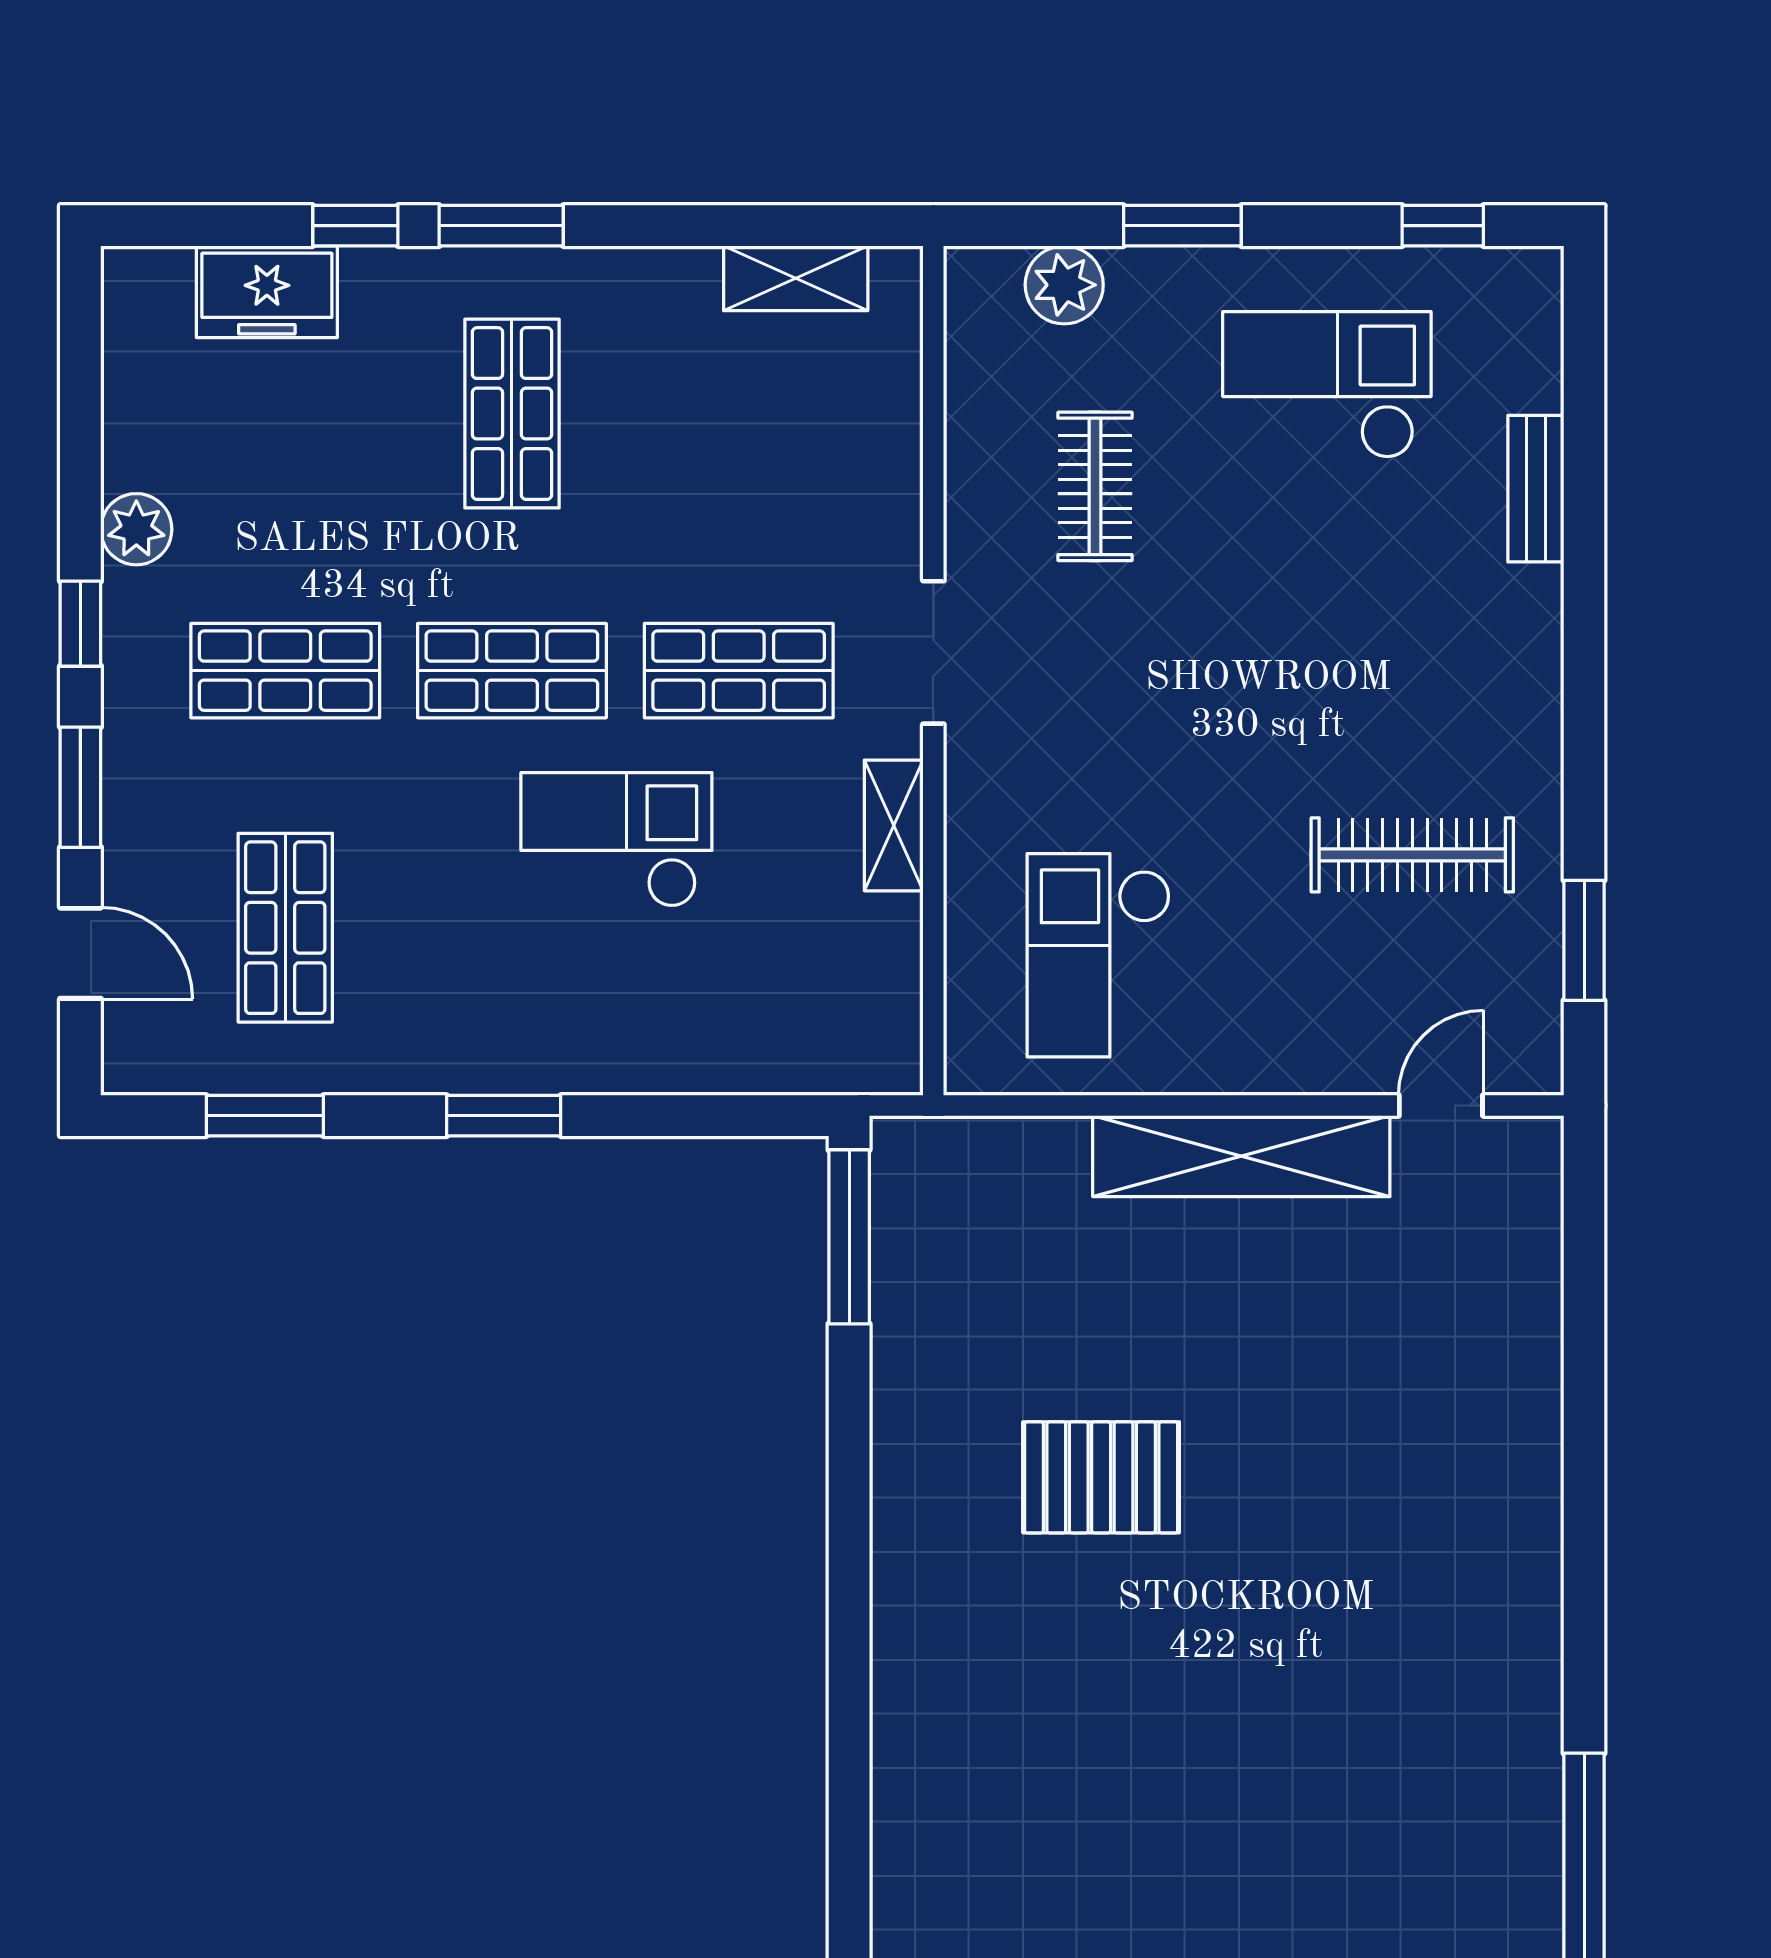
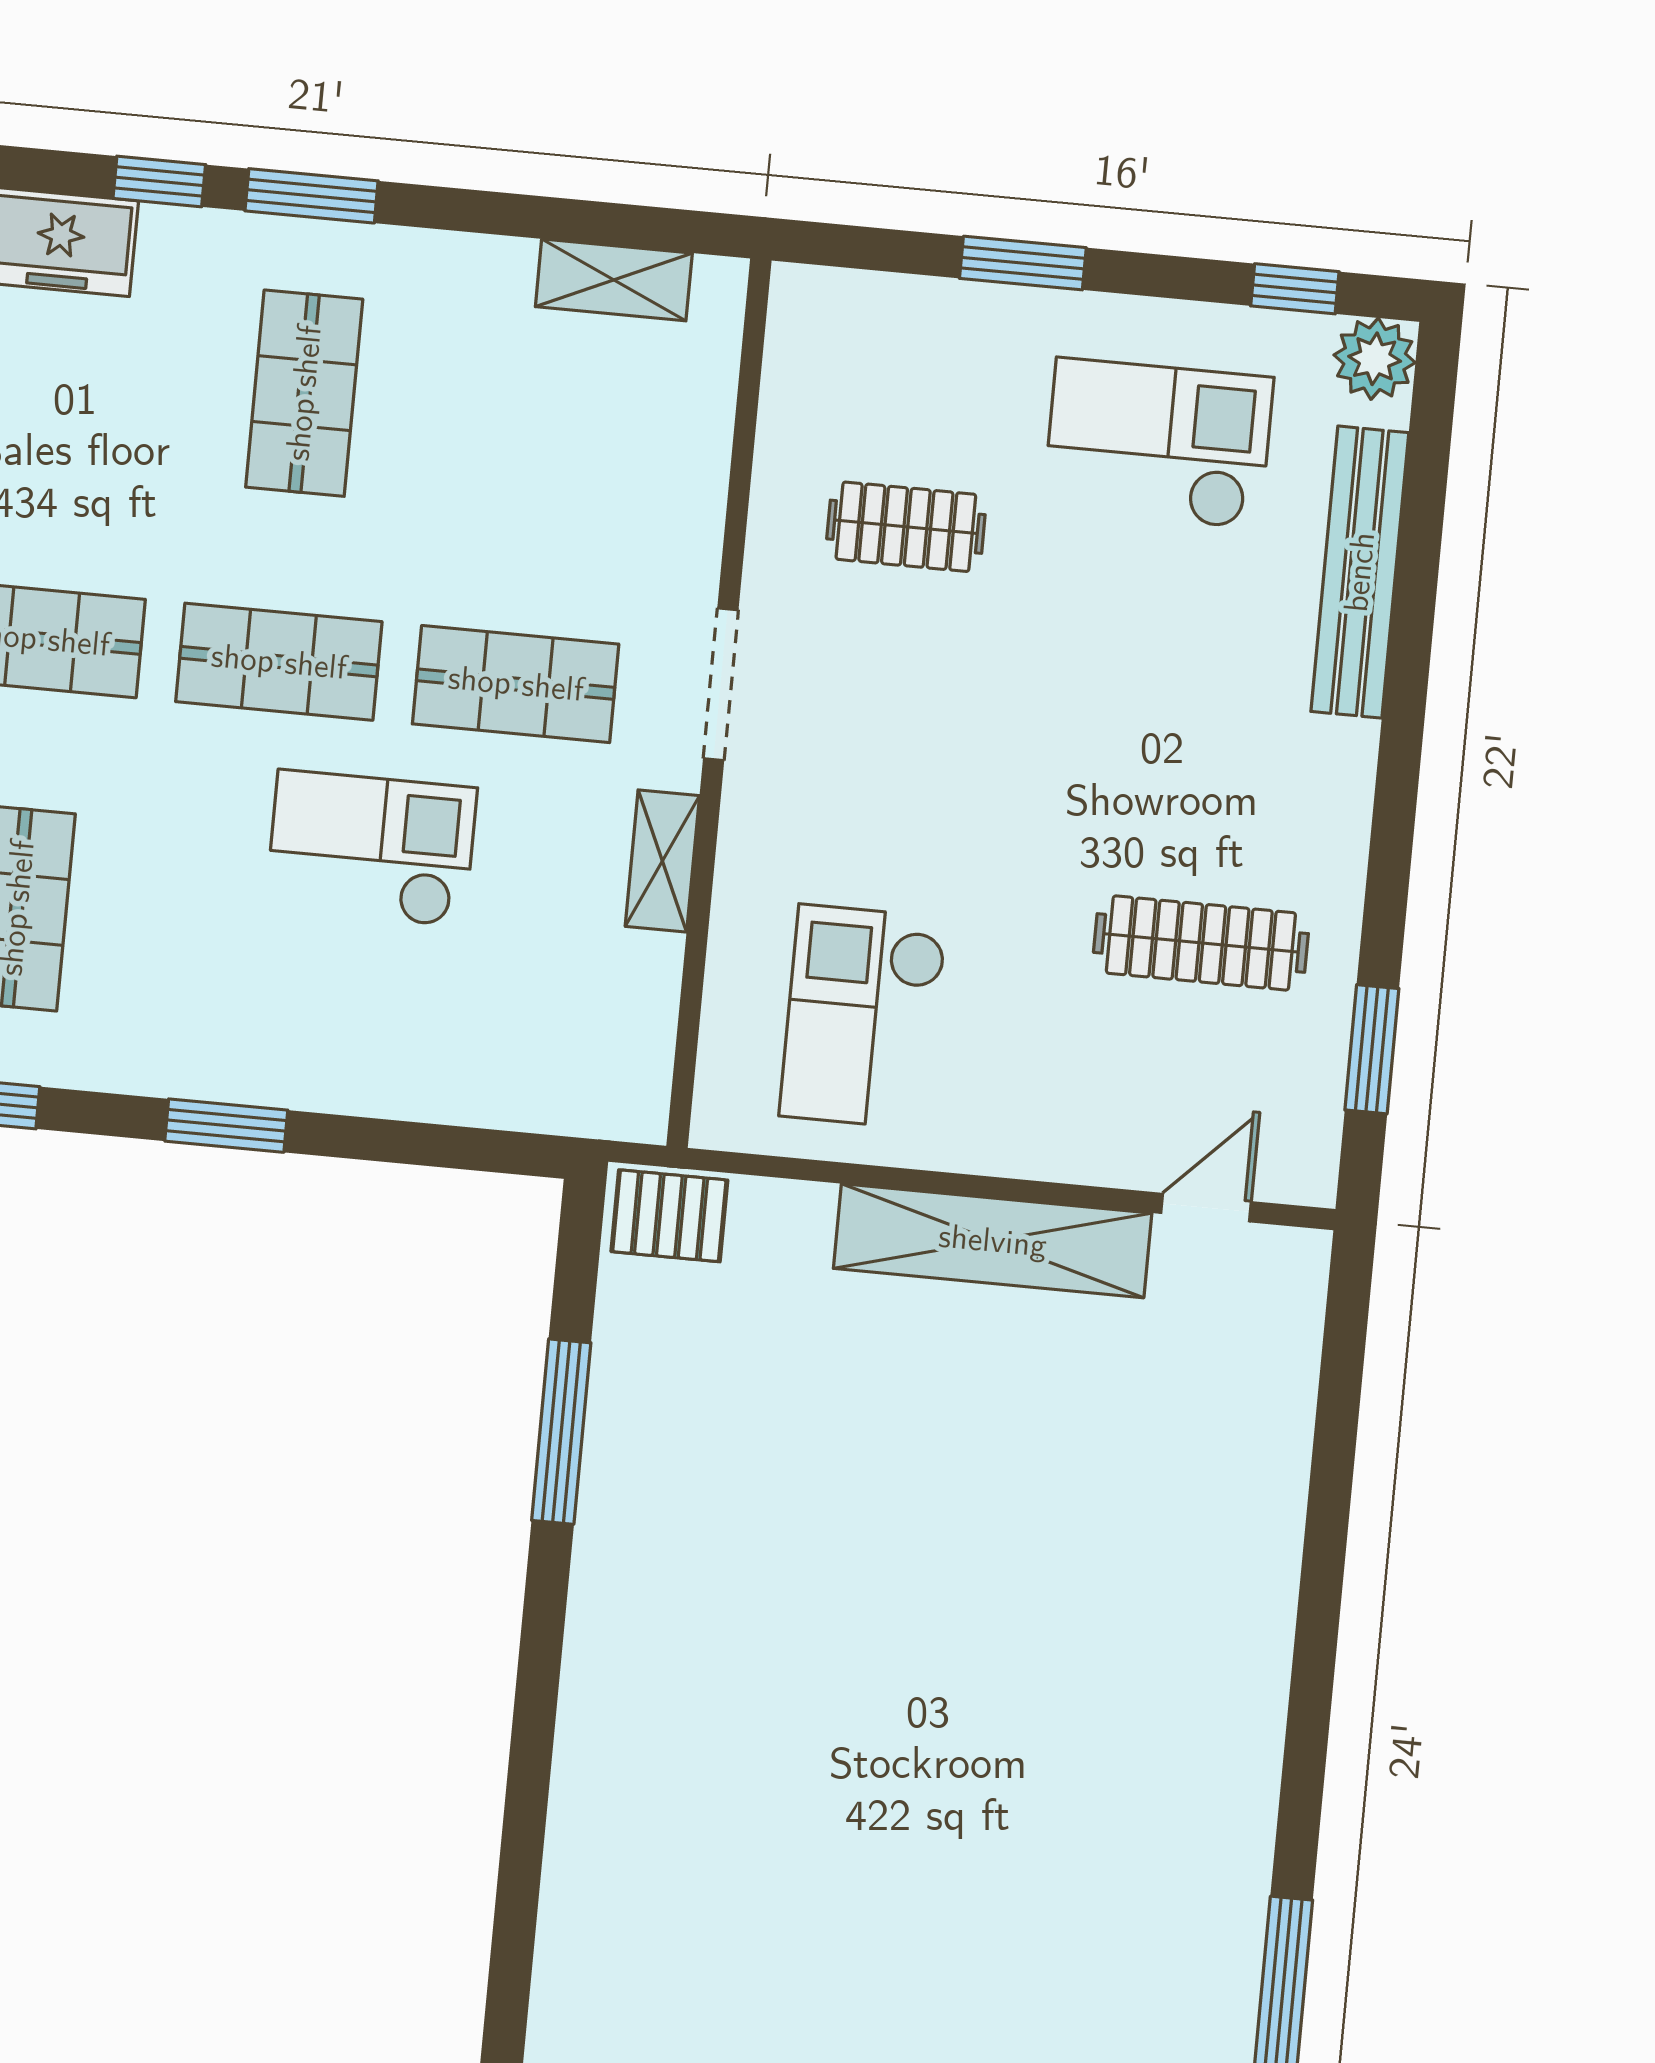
plant: (1064, 285) -> (1375, 359), moved
clothes rail: (1095, 486) -> (906, 527), turned 90
bench: (1536, 489) -> (1360, 572), width x1.86, depth x1.21
window: (849, 1237) -> (561, 1432), moved
pallet: (1101, 1477) -> (669, 1216), moved, width x0.67, depth x0.71

